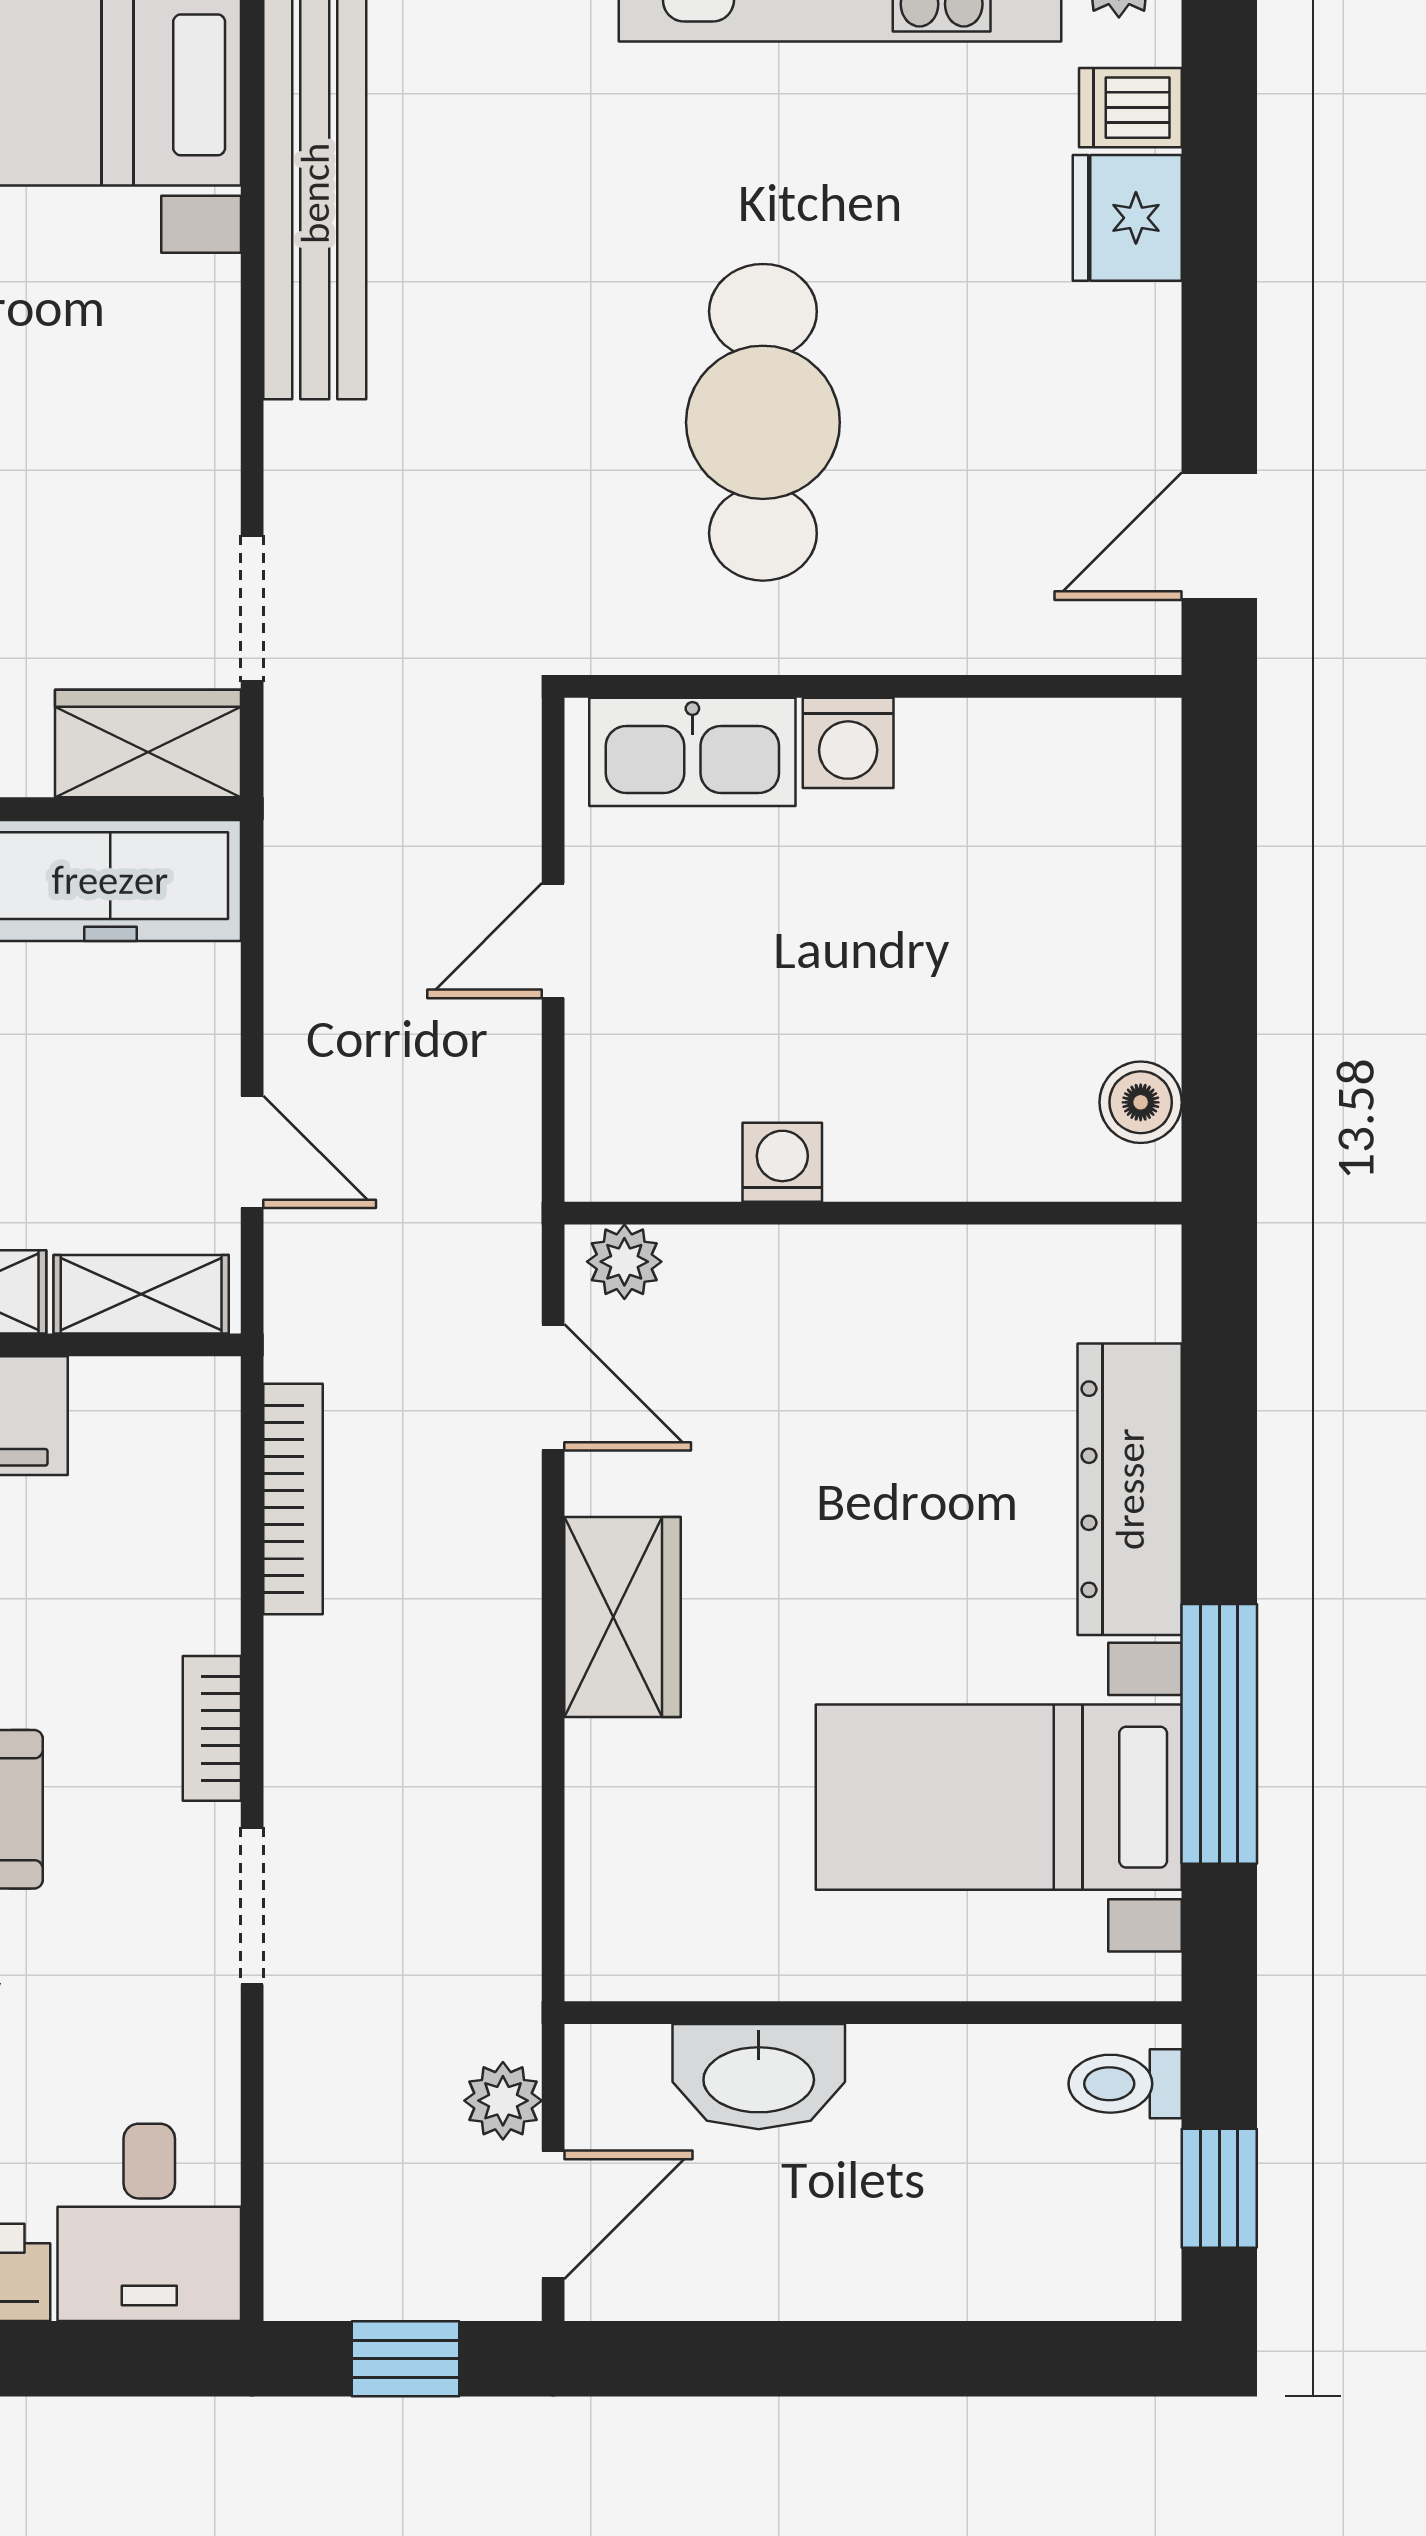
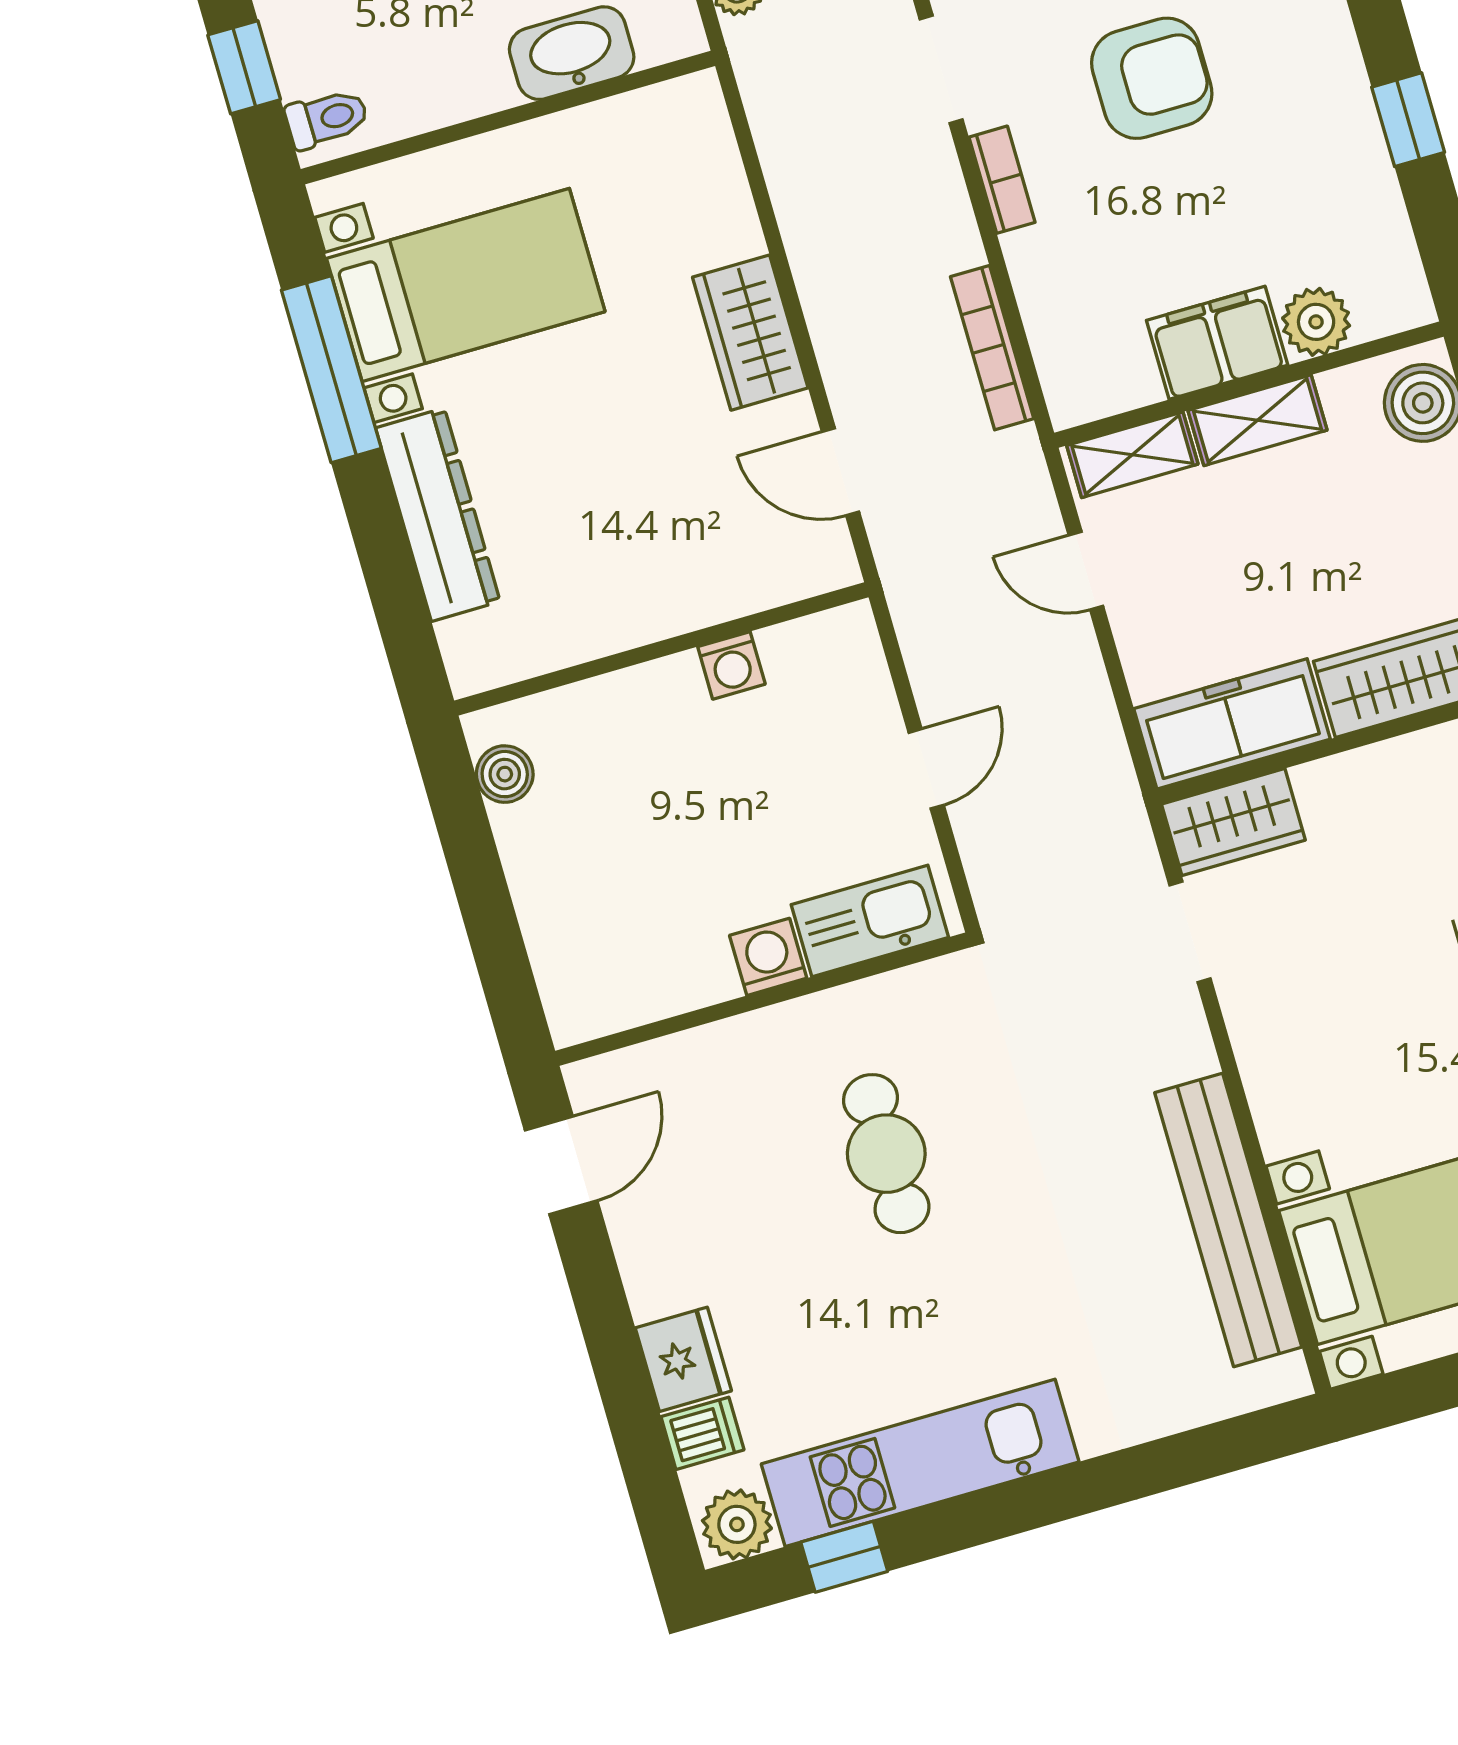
cafe table: (763, 422) -> (886, 1154), width x0.73, depth x0.74
plant: (624, 1262) -> (817, 569), removed

